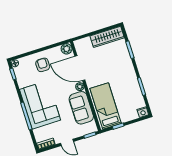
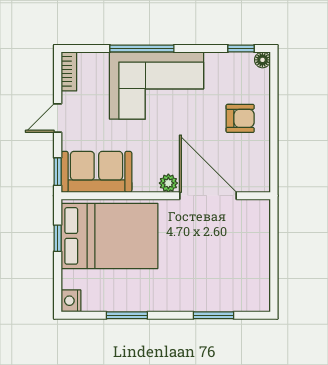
wardrobe: (107, 37) -> (256, 276), removed
plant: (67, 49) -> (258, 180), removed
door: (80, 68) -> (208, 196), hinge flipped
bed: (106, 106) -> (109, 236), width x1.50
sofa: (81, 108) -> (96, 172), moved

